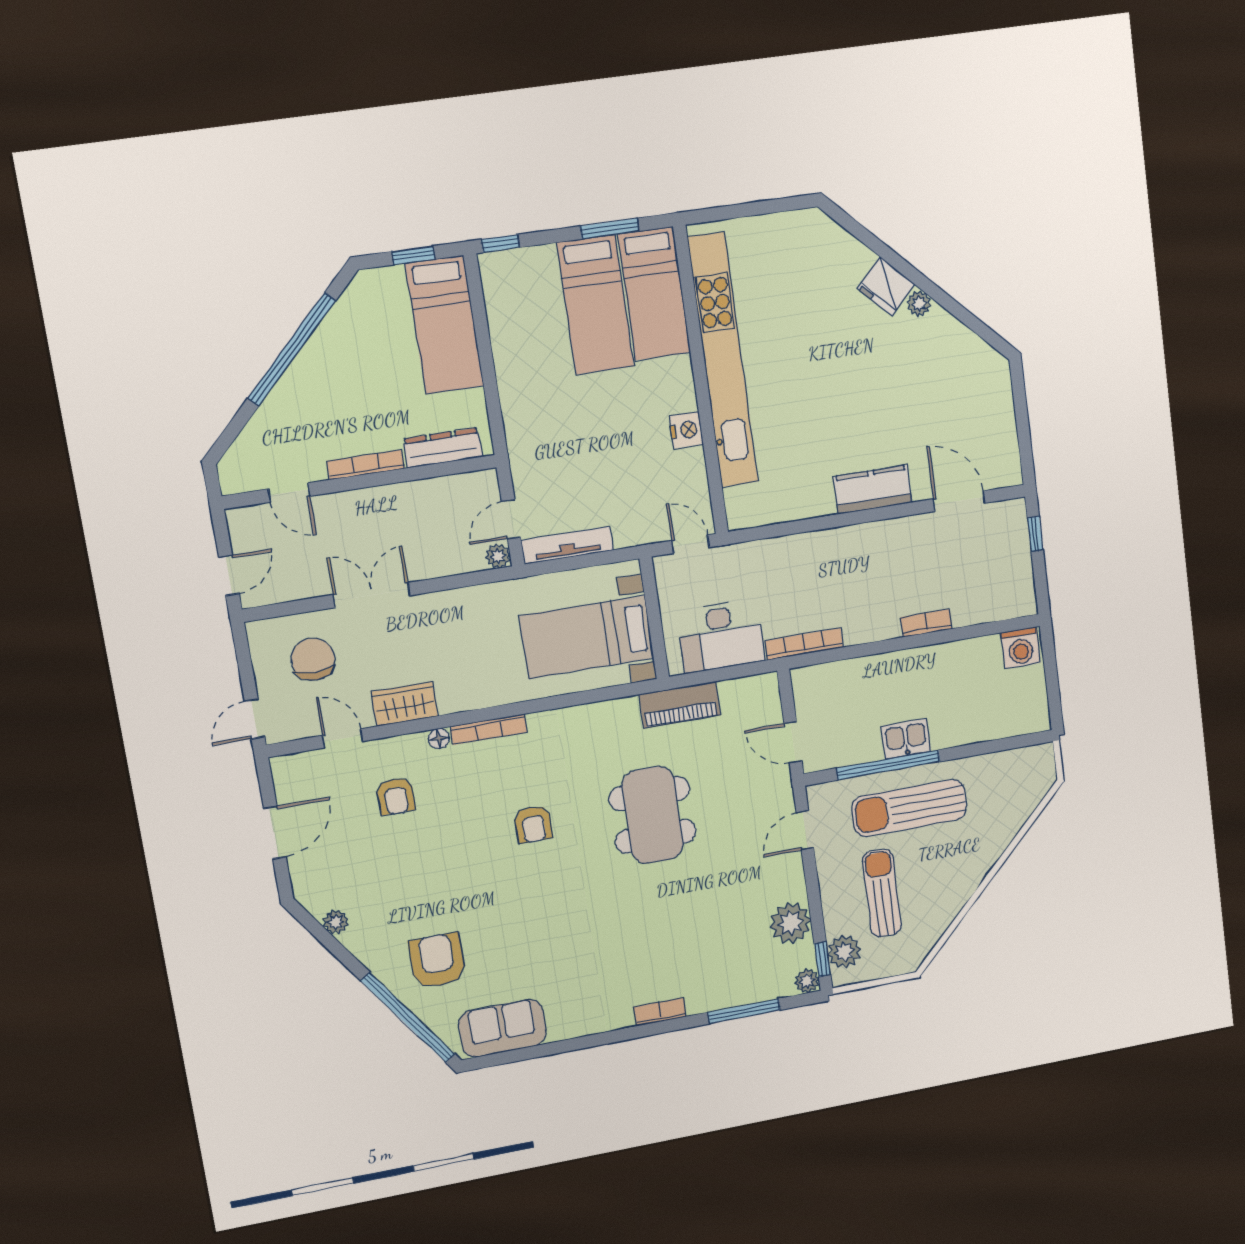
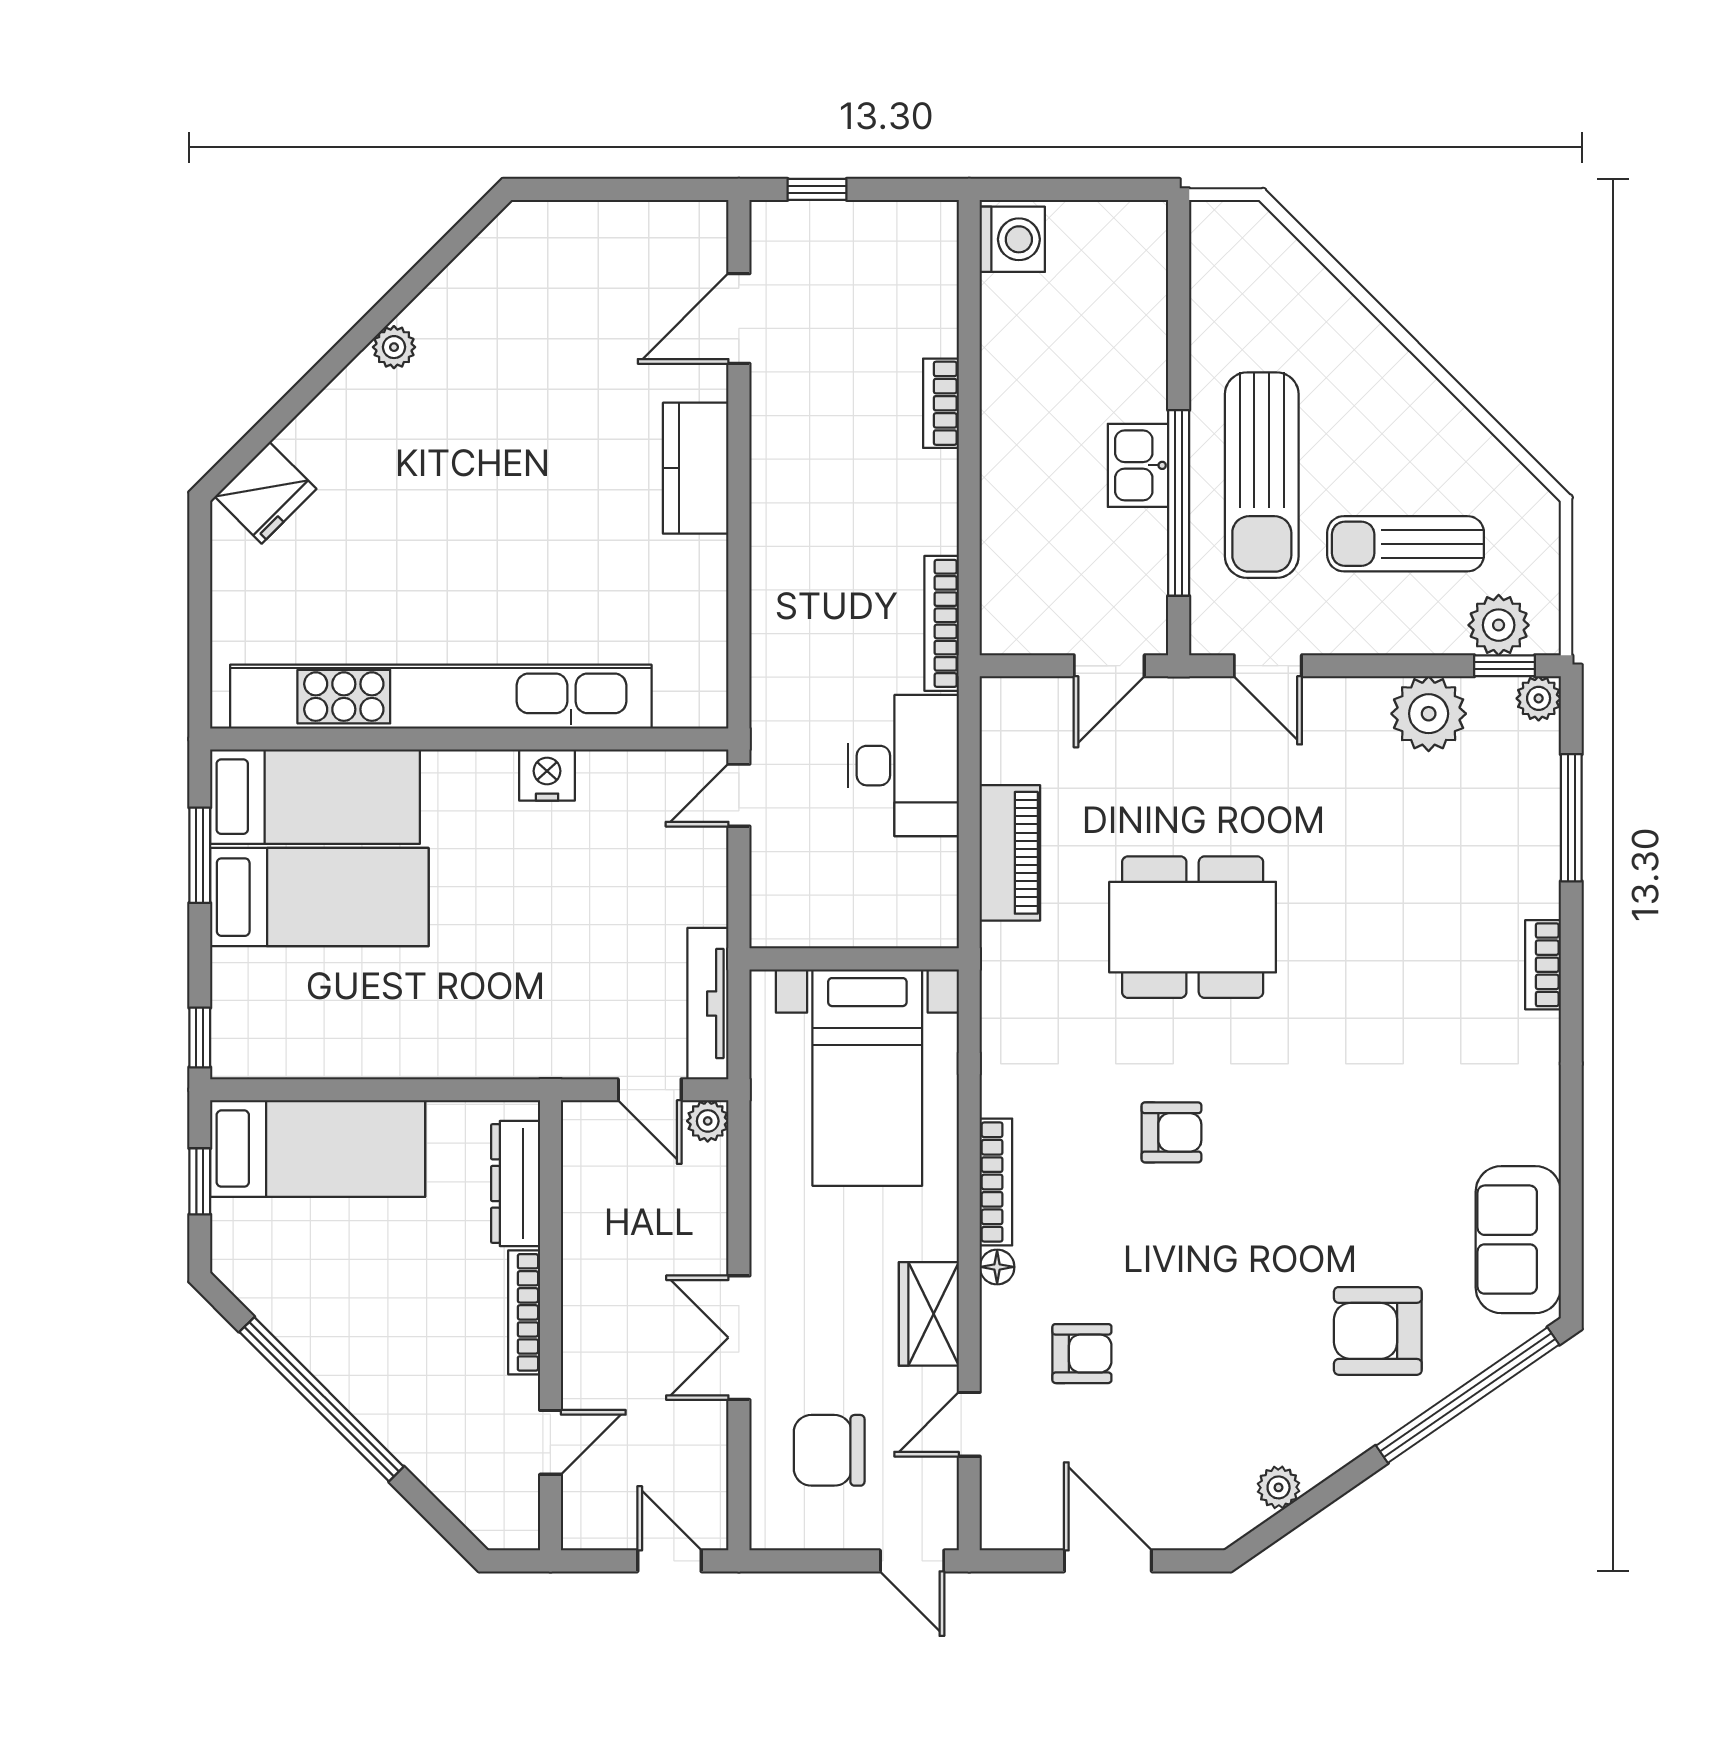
fridge: (886, 286) -> (266, 493), moved
wall: (654, 618) -> (854, 959), moved
bed with nightstands: (587, 637) -> (867, 1078), moved

